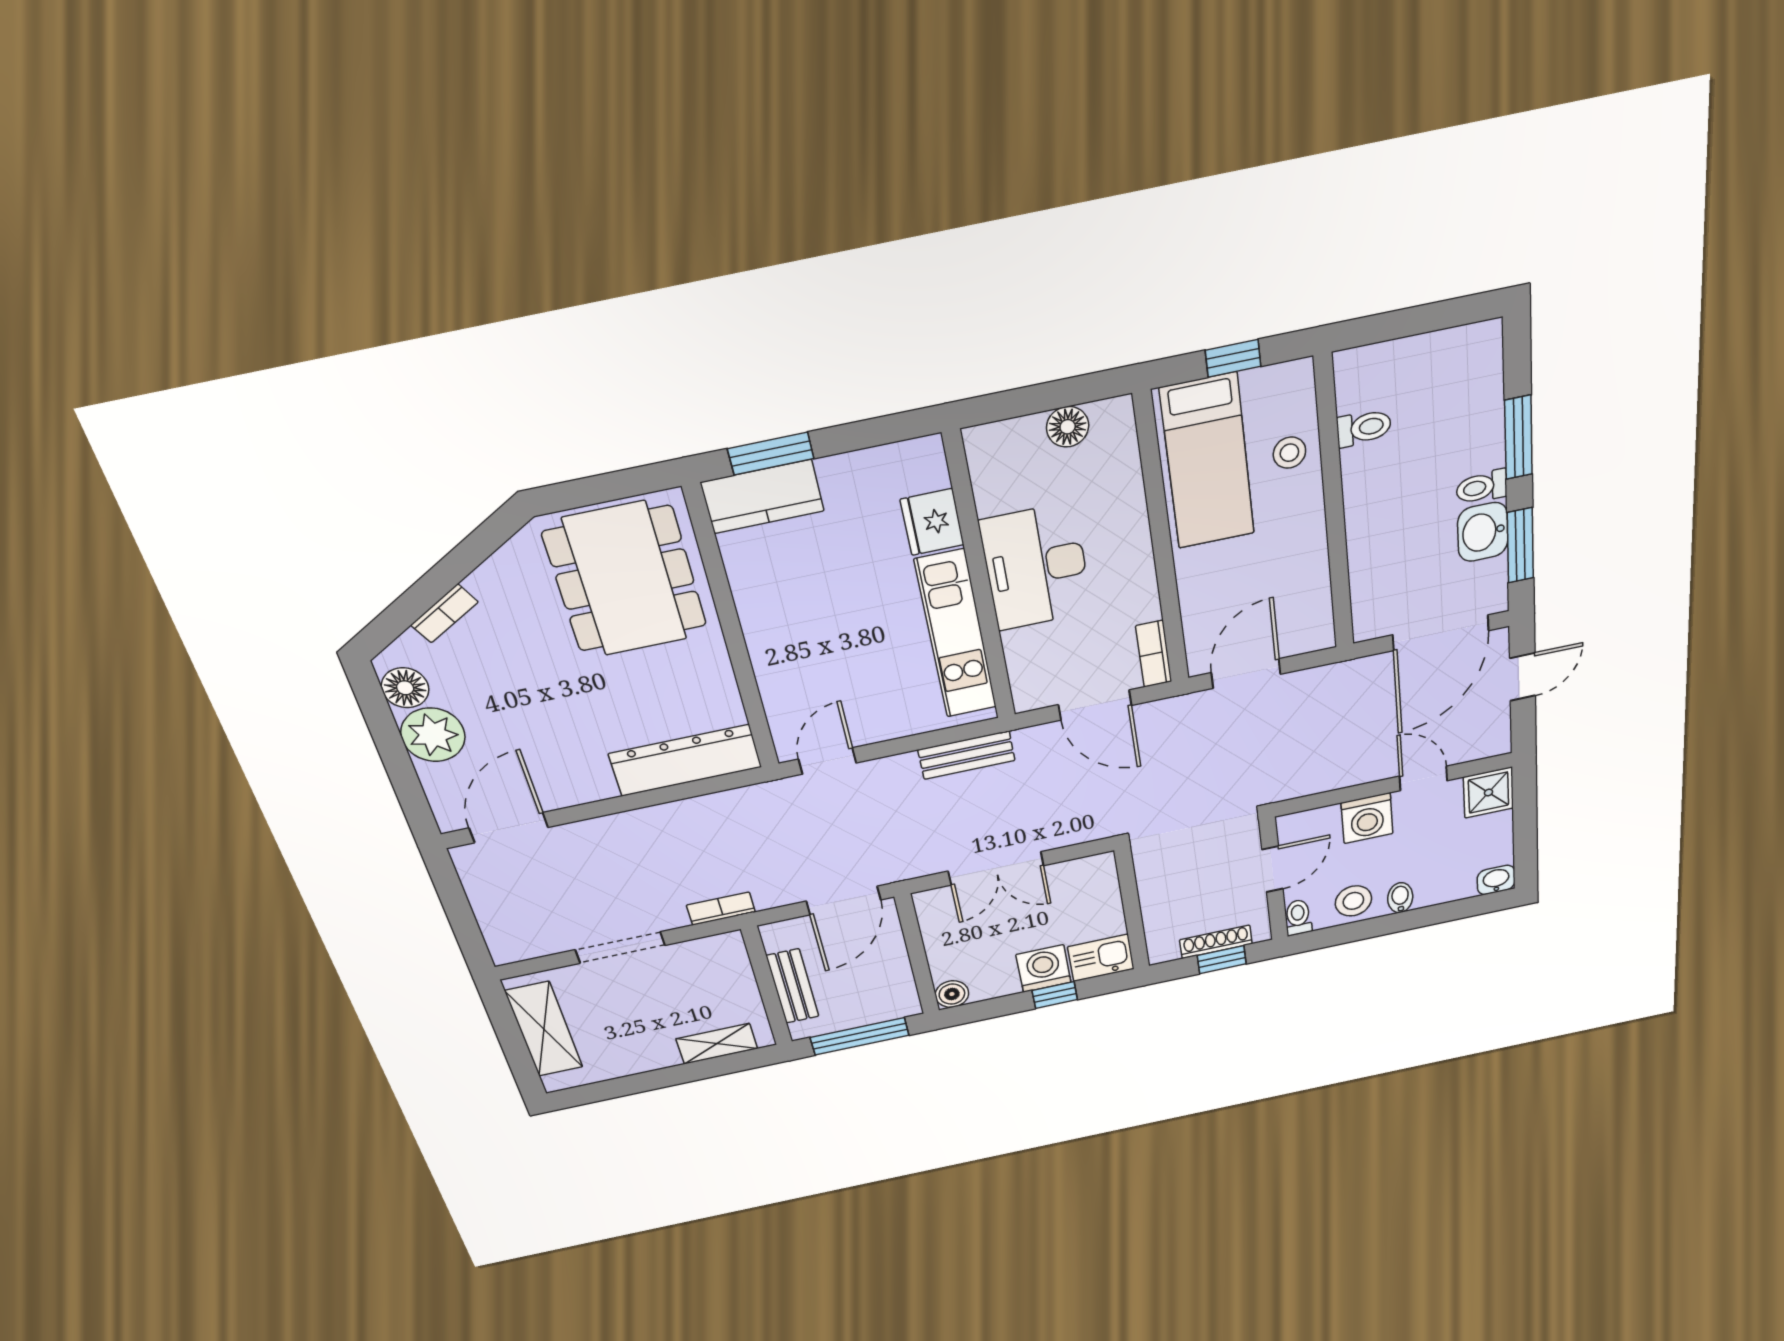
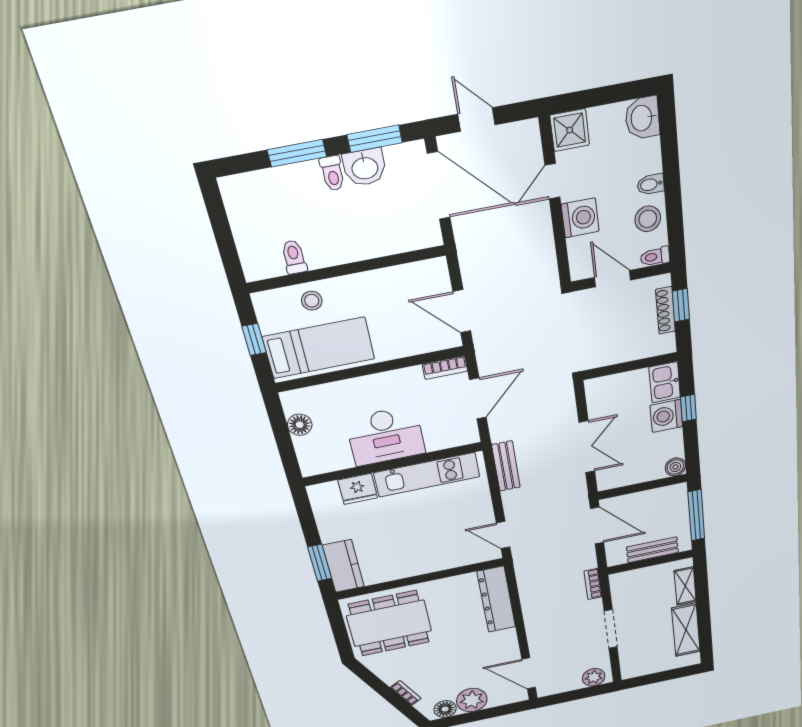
washbasin: (1496, 880) -> (642, 118), width x1.38, depth x1.45
plant: (504, 935) -> (594, 677), added
shelving: (544, 1029) -> (686, 630), moved, turned 90

